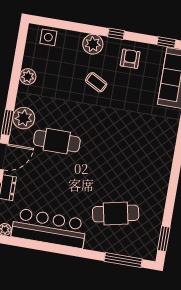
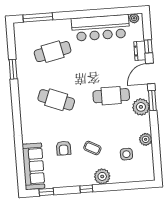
side table: (48, 37) -> (126, 154), moved
armchair: (130, 59) -> (64, 148), moved
cafe table: (126, 153) -> (56, 100), added
window: (164, 239) -> (13, 69), moved

